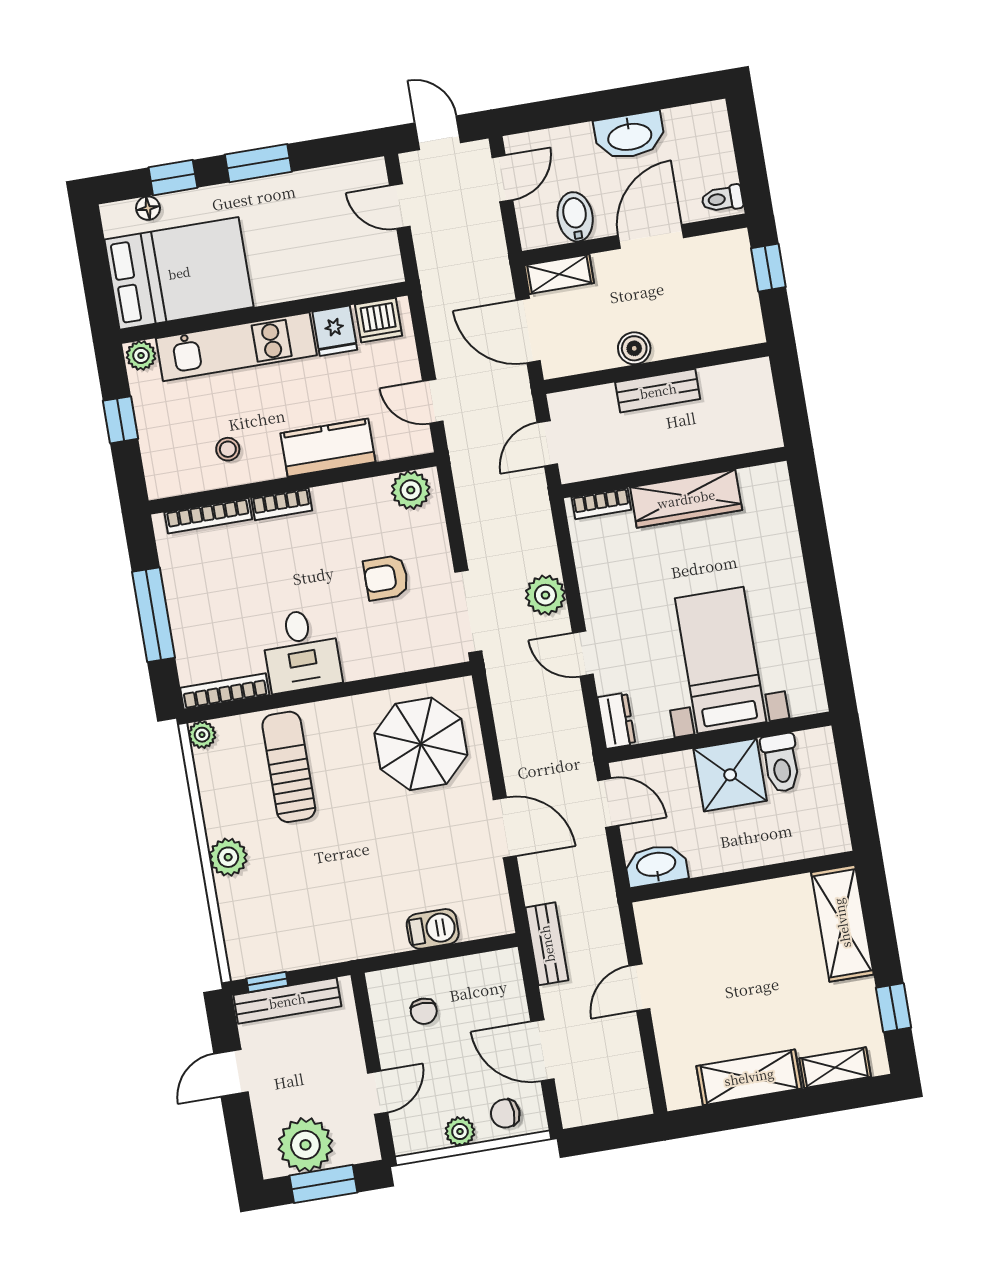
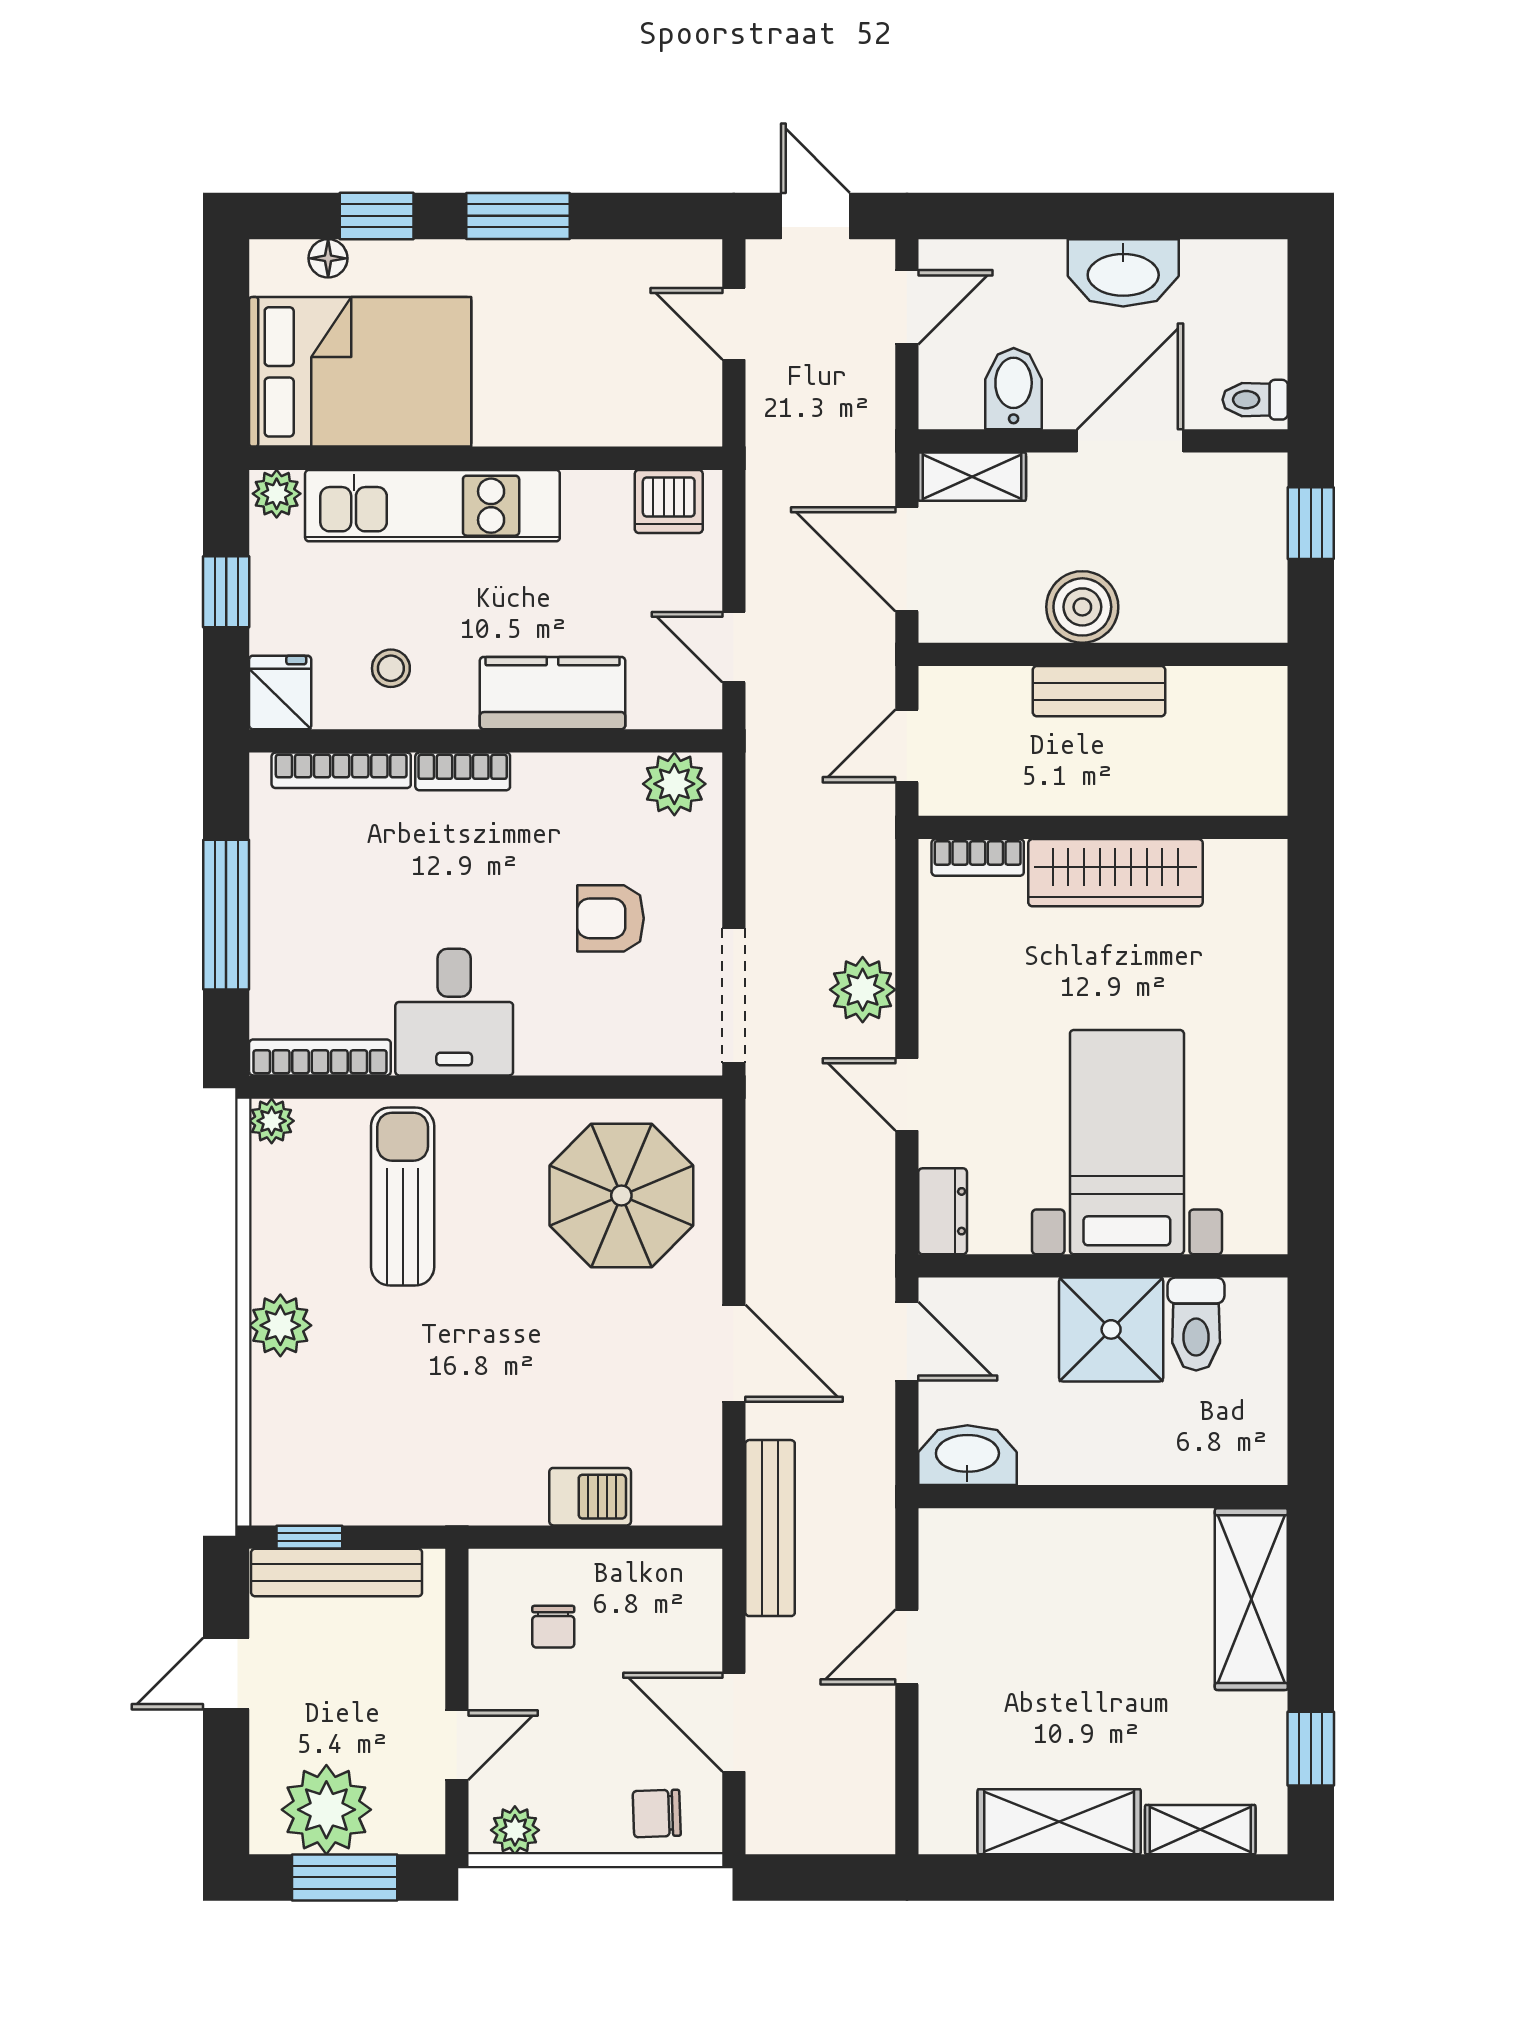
fridge: (335, 331) -> (280, 692), moved, turned 180
boiler: (634, 348) -> (1082, 607), width x1.36, depth x1.36
bench: (547, 944) -> (770, 1528), width x1.36
plant: (460, 1132) -> (515, 1830), moved

